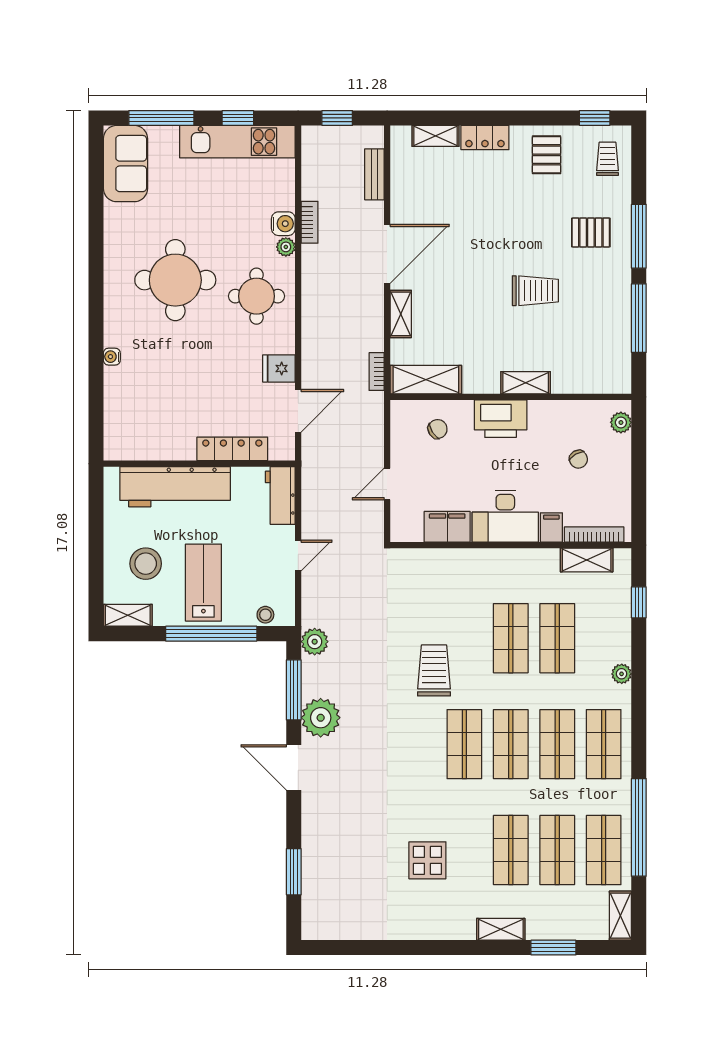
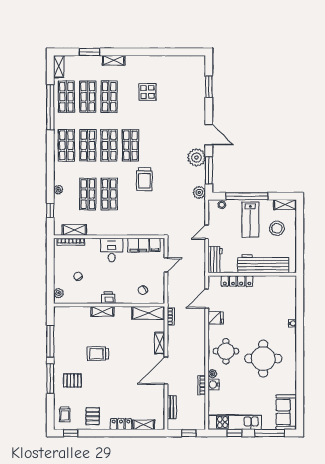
printer: (501, 419) -> (108, 298), width x0.53, depth x0.68
desk: (505, 516) -> (112, 250), width x0.73
filing cabinet: (551, 527) -> (155, 245), moved
plant: (622, 674) -> (58, 190), moved

